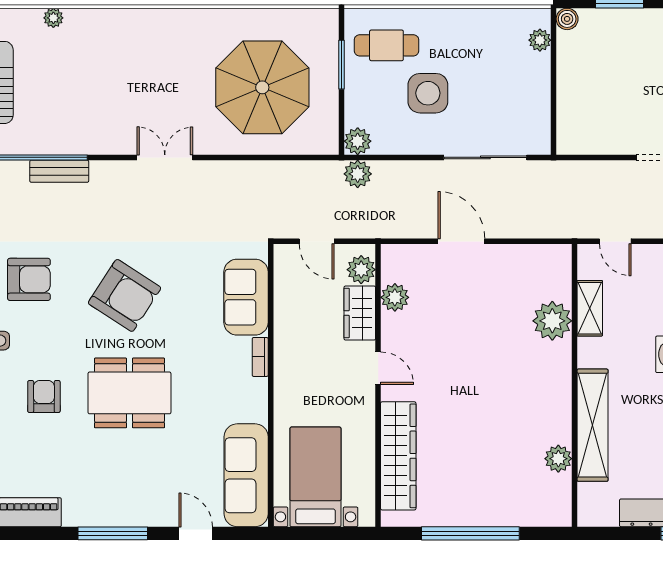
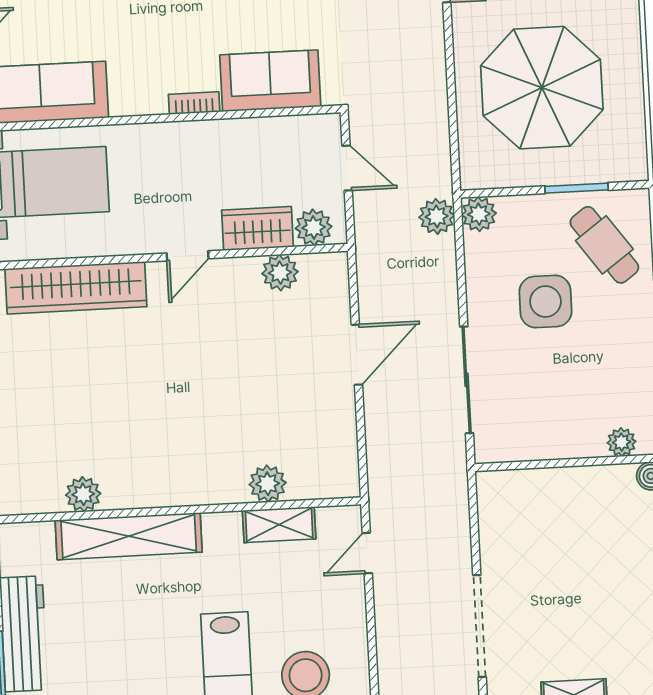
cafe table: (386, 45) -> (604, 245), turned -36
door: (317, 241) -> (347, 168), swing flipped
plant: (552, 321) -> (268, 484), width x0.73, depth x0.73

